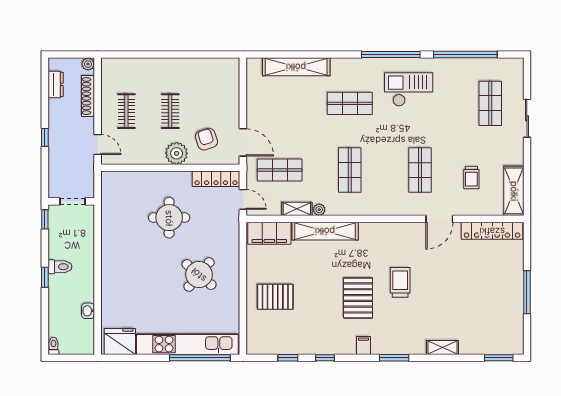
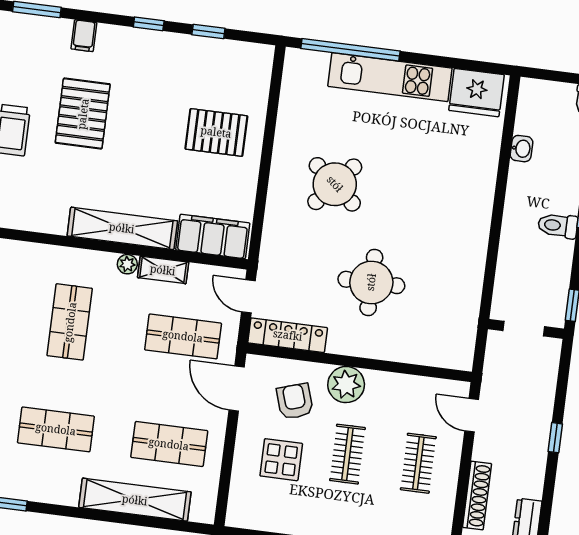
display table: (210, 103) -> (281, 460), added
shop shelf: (280, 103) -> (169, 444), added
armchair: (206, 139) -> (295, 401), turned 180
kitchen unit: (187, 344) -> (390, 77), width x0.73

